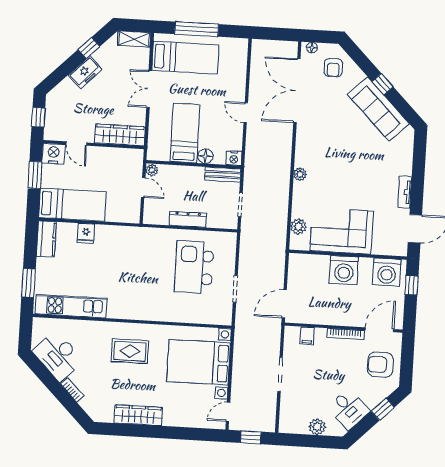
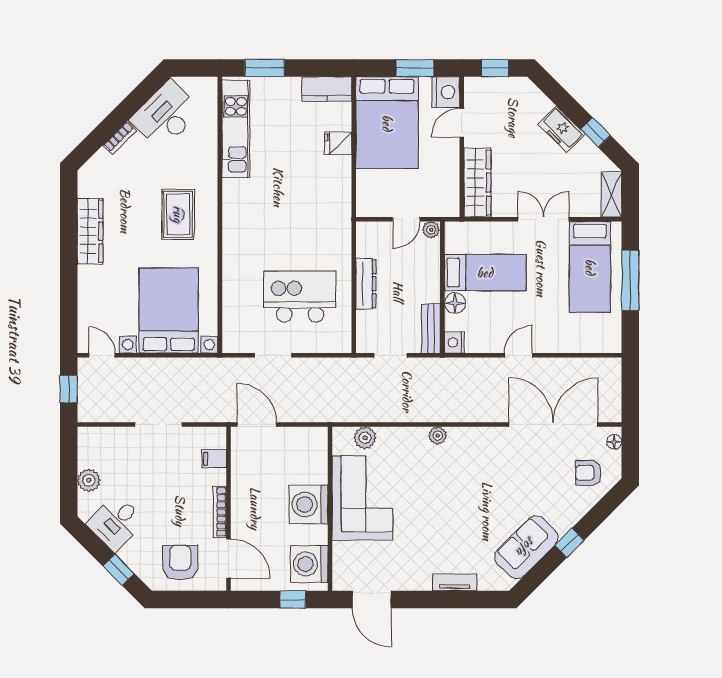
sofa: (378, 109) -> (526, 547), width x0.73
tv unit: (405, 192) -> (455, 582), moved
bed: (72, 205) -> (387, 123), width x1.50

